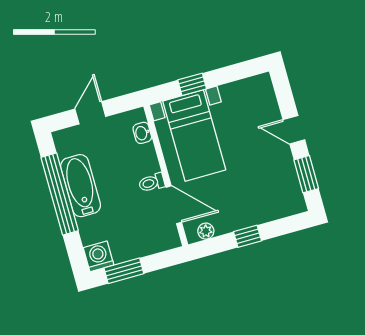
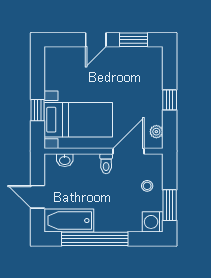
bathtub: (81, 186) -> (69, 221), moved
stool: (139, 238) -> (147, 186), added

